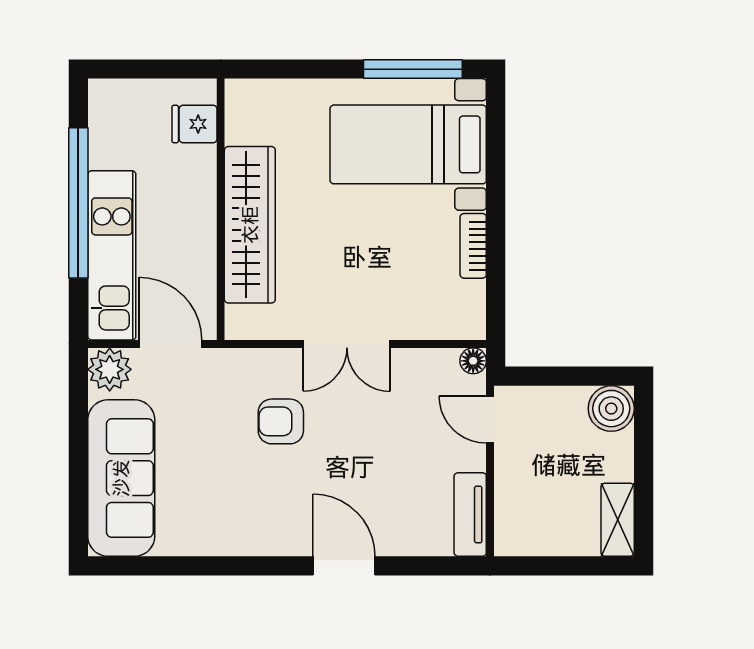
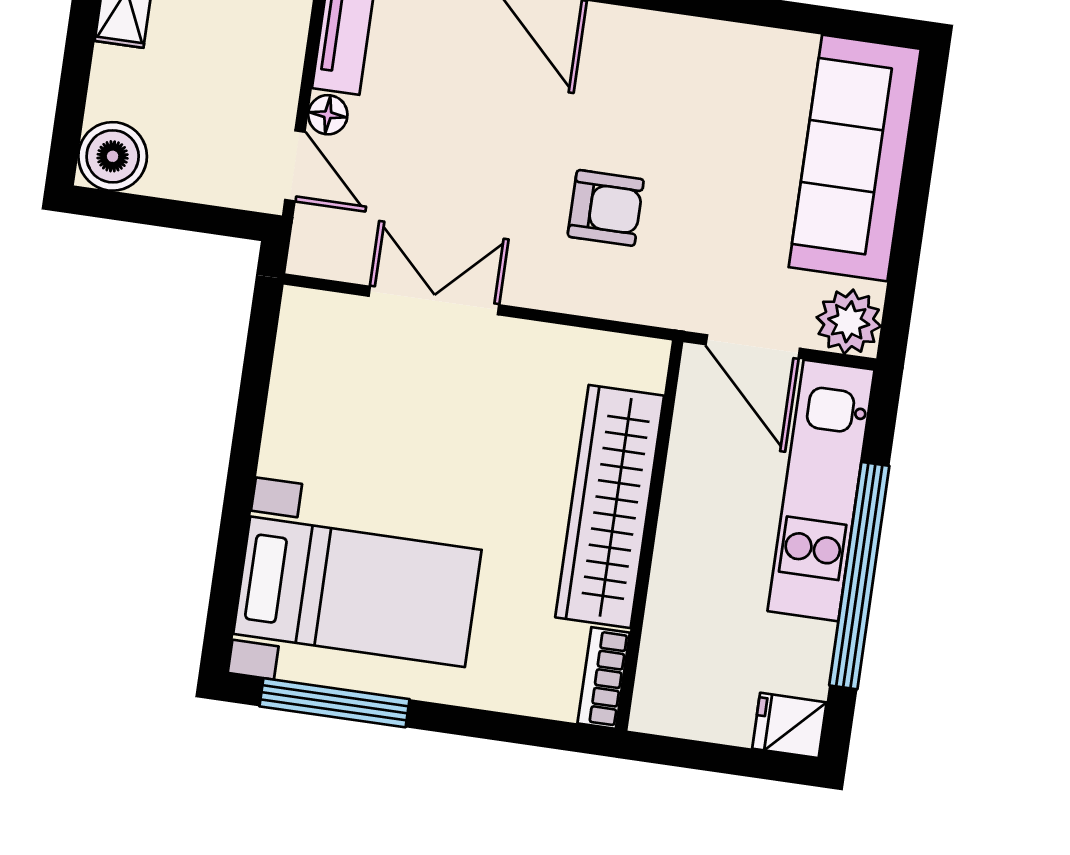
fridge: (194, 124) -> (789, 725), moved, turned 180
bookcase: (473, 246) -> (604, 678), moved, turned 180
double door: (347, 344) -> (434, 300), moved
floor lamp: (473, 361) -> (328, 115), moved

